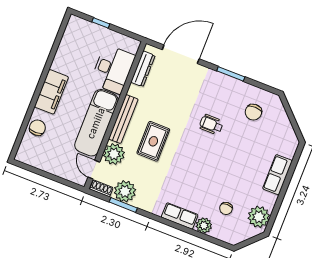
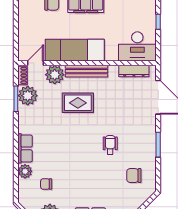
desk: (113, 69) -> (137, 46), moved

